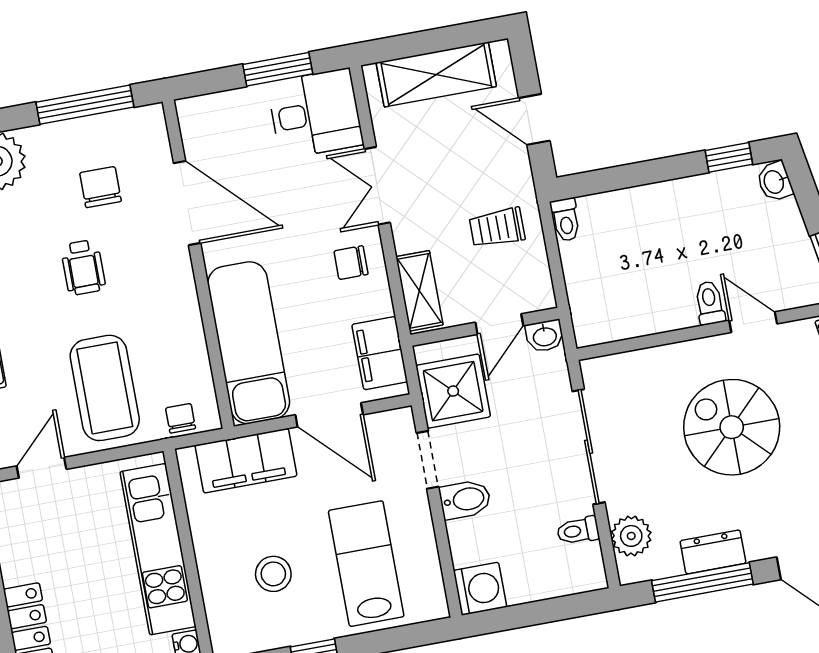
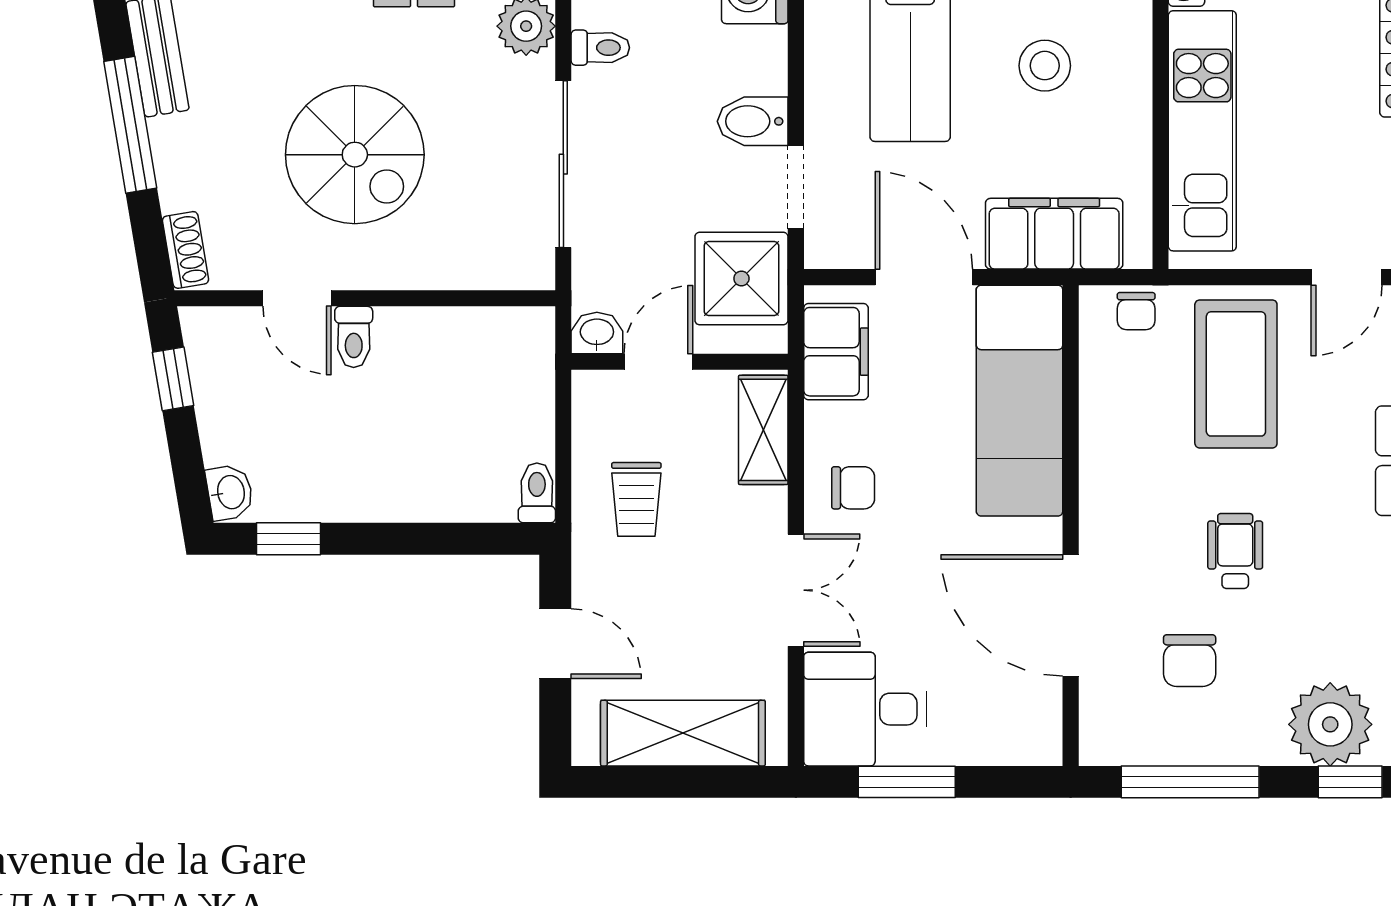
trolley: (497, 228) -> (636, 499), turned 90

